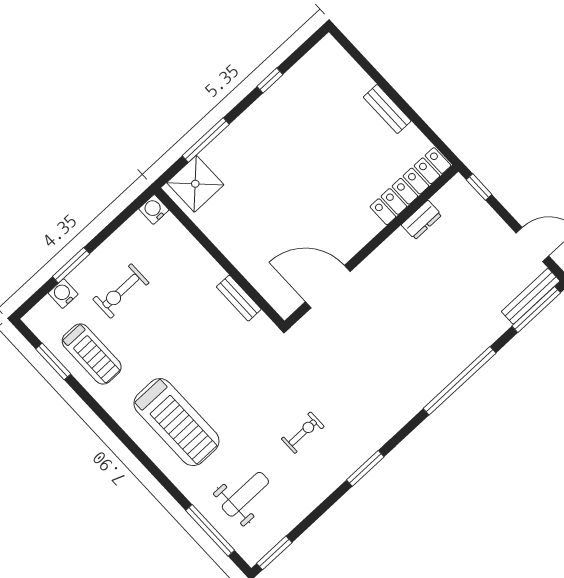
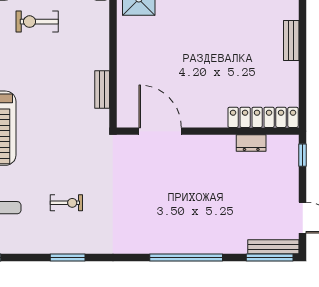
bench: (387, 109) -> (291, 41), moved
window: (365, 468) -> (68, 258), moved

